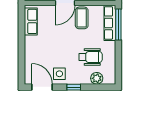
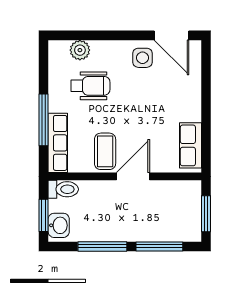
window: (118, 25) -> (44, 120), moved
wheelchair: (90, 57) -> (90, 86), turned 180
window: (74, 87) -> (118, 35), removed

